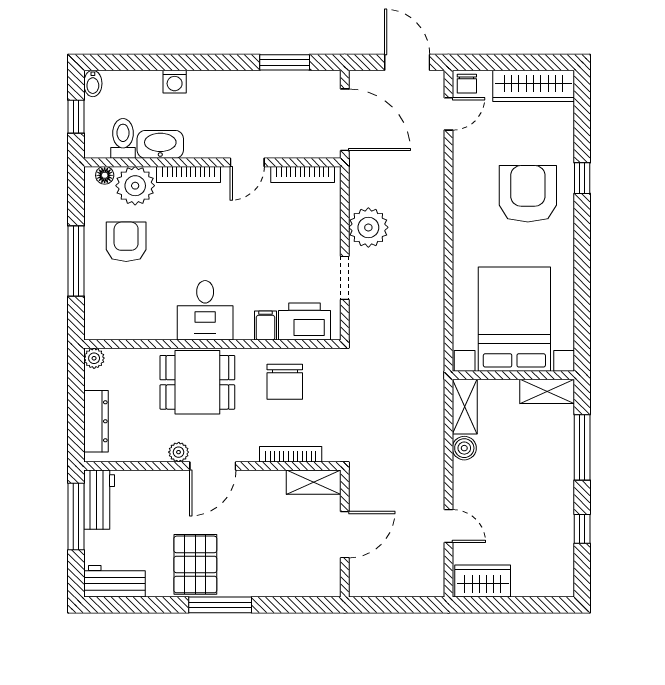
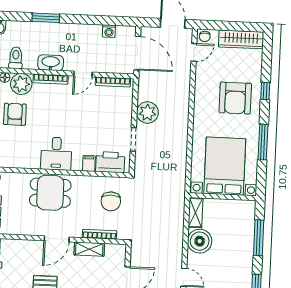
window: (285, 62) -> (46, 18), moved
washing machine: (175, 82) -> (109, 31), moved
washbasin: (160, 144) -> (51, 63), moved
armchair: (528, 194) -> (235, 98), turned 180
window: (582, 272) -> (263, 142), added
chair: (285, 382) -> (111, 201), moved
shelving: (547, 391) -> (241, 206), removed
boiler: (464, 448) -> (200, 241), width x1.86, depth x1.86
plant: (179, 452) -> (38, 230), removed
shelving: (314, 482) -> (89, 249), moved

